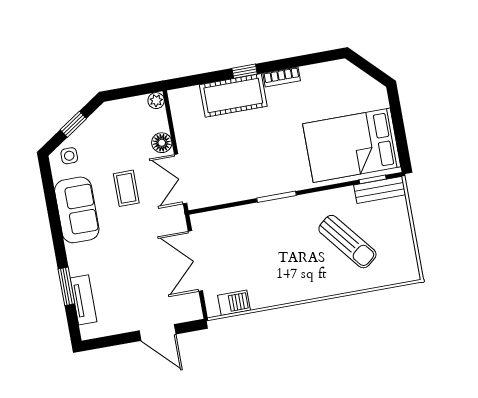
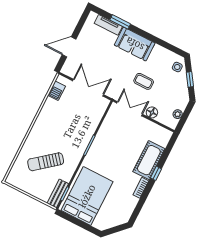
plant: (156, 101) -> (178, 114), moved
sofa: (77, 210) -> (135, 44), moved

